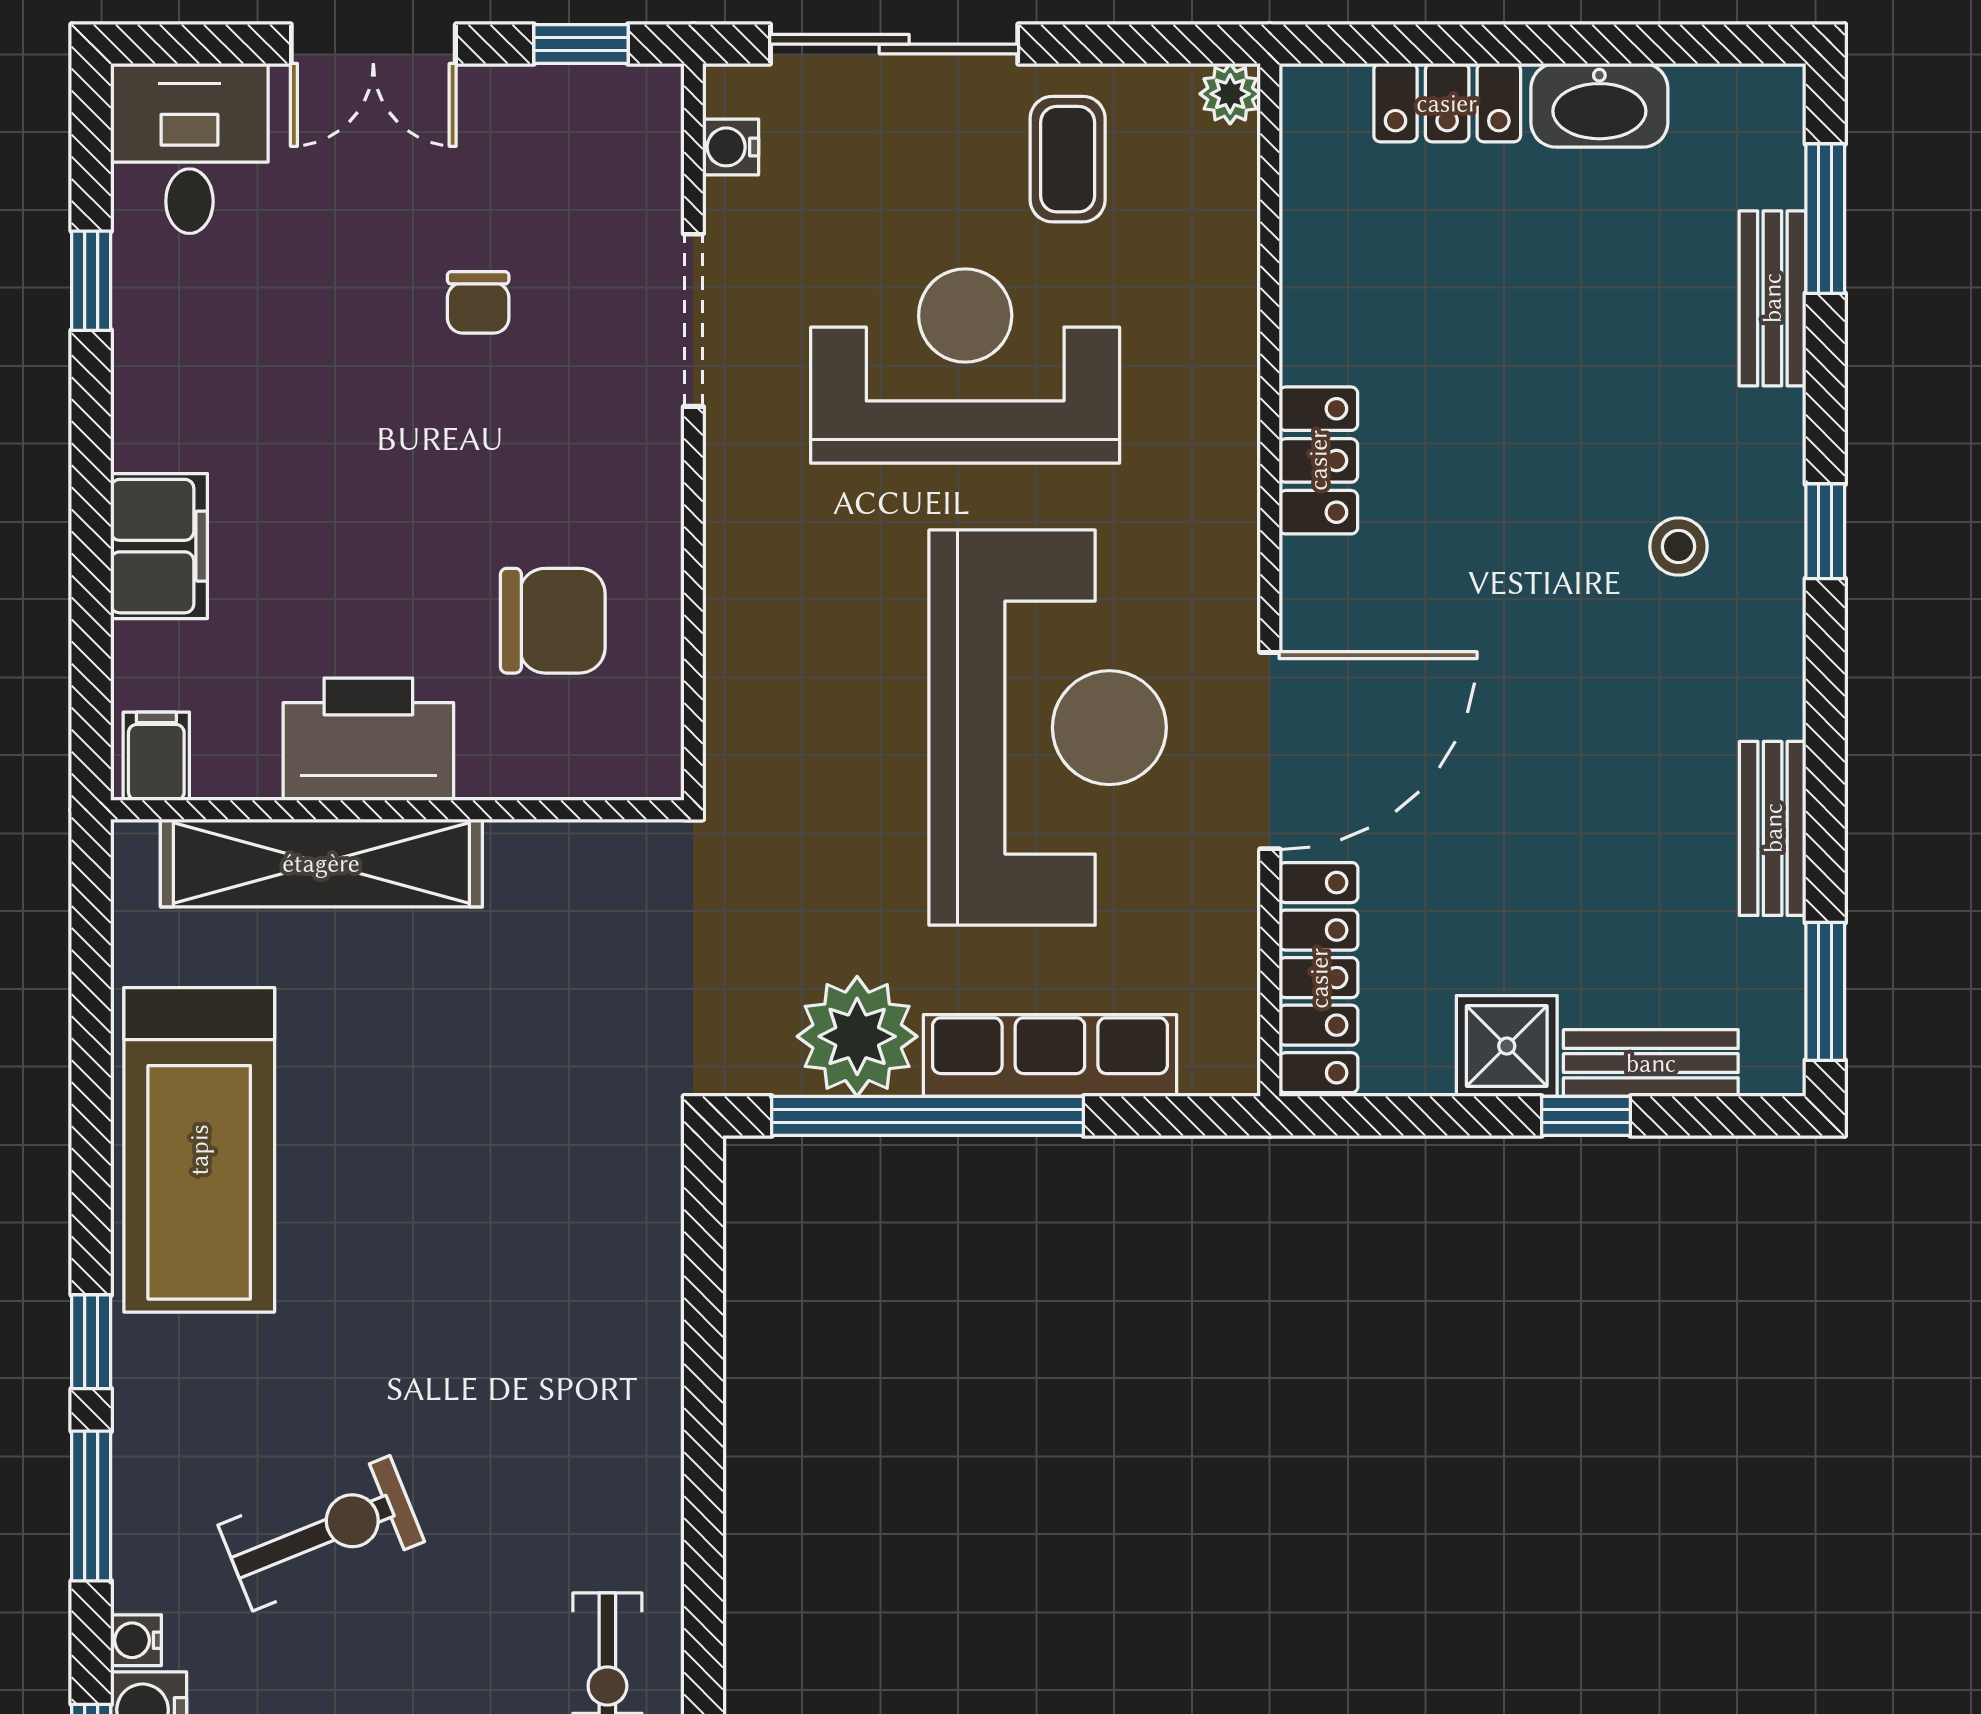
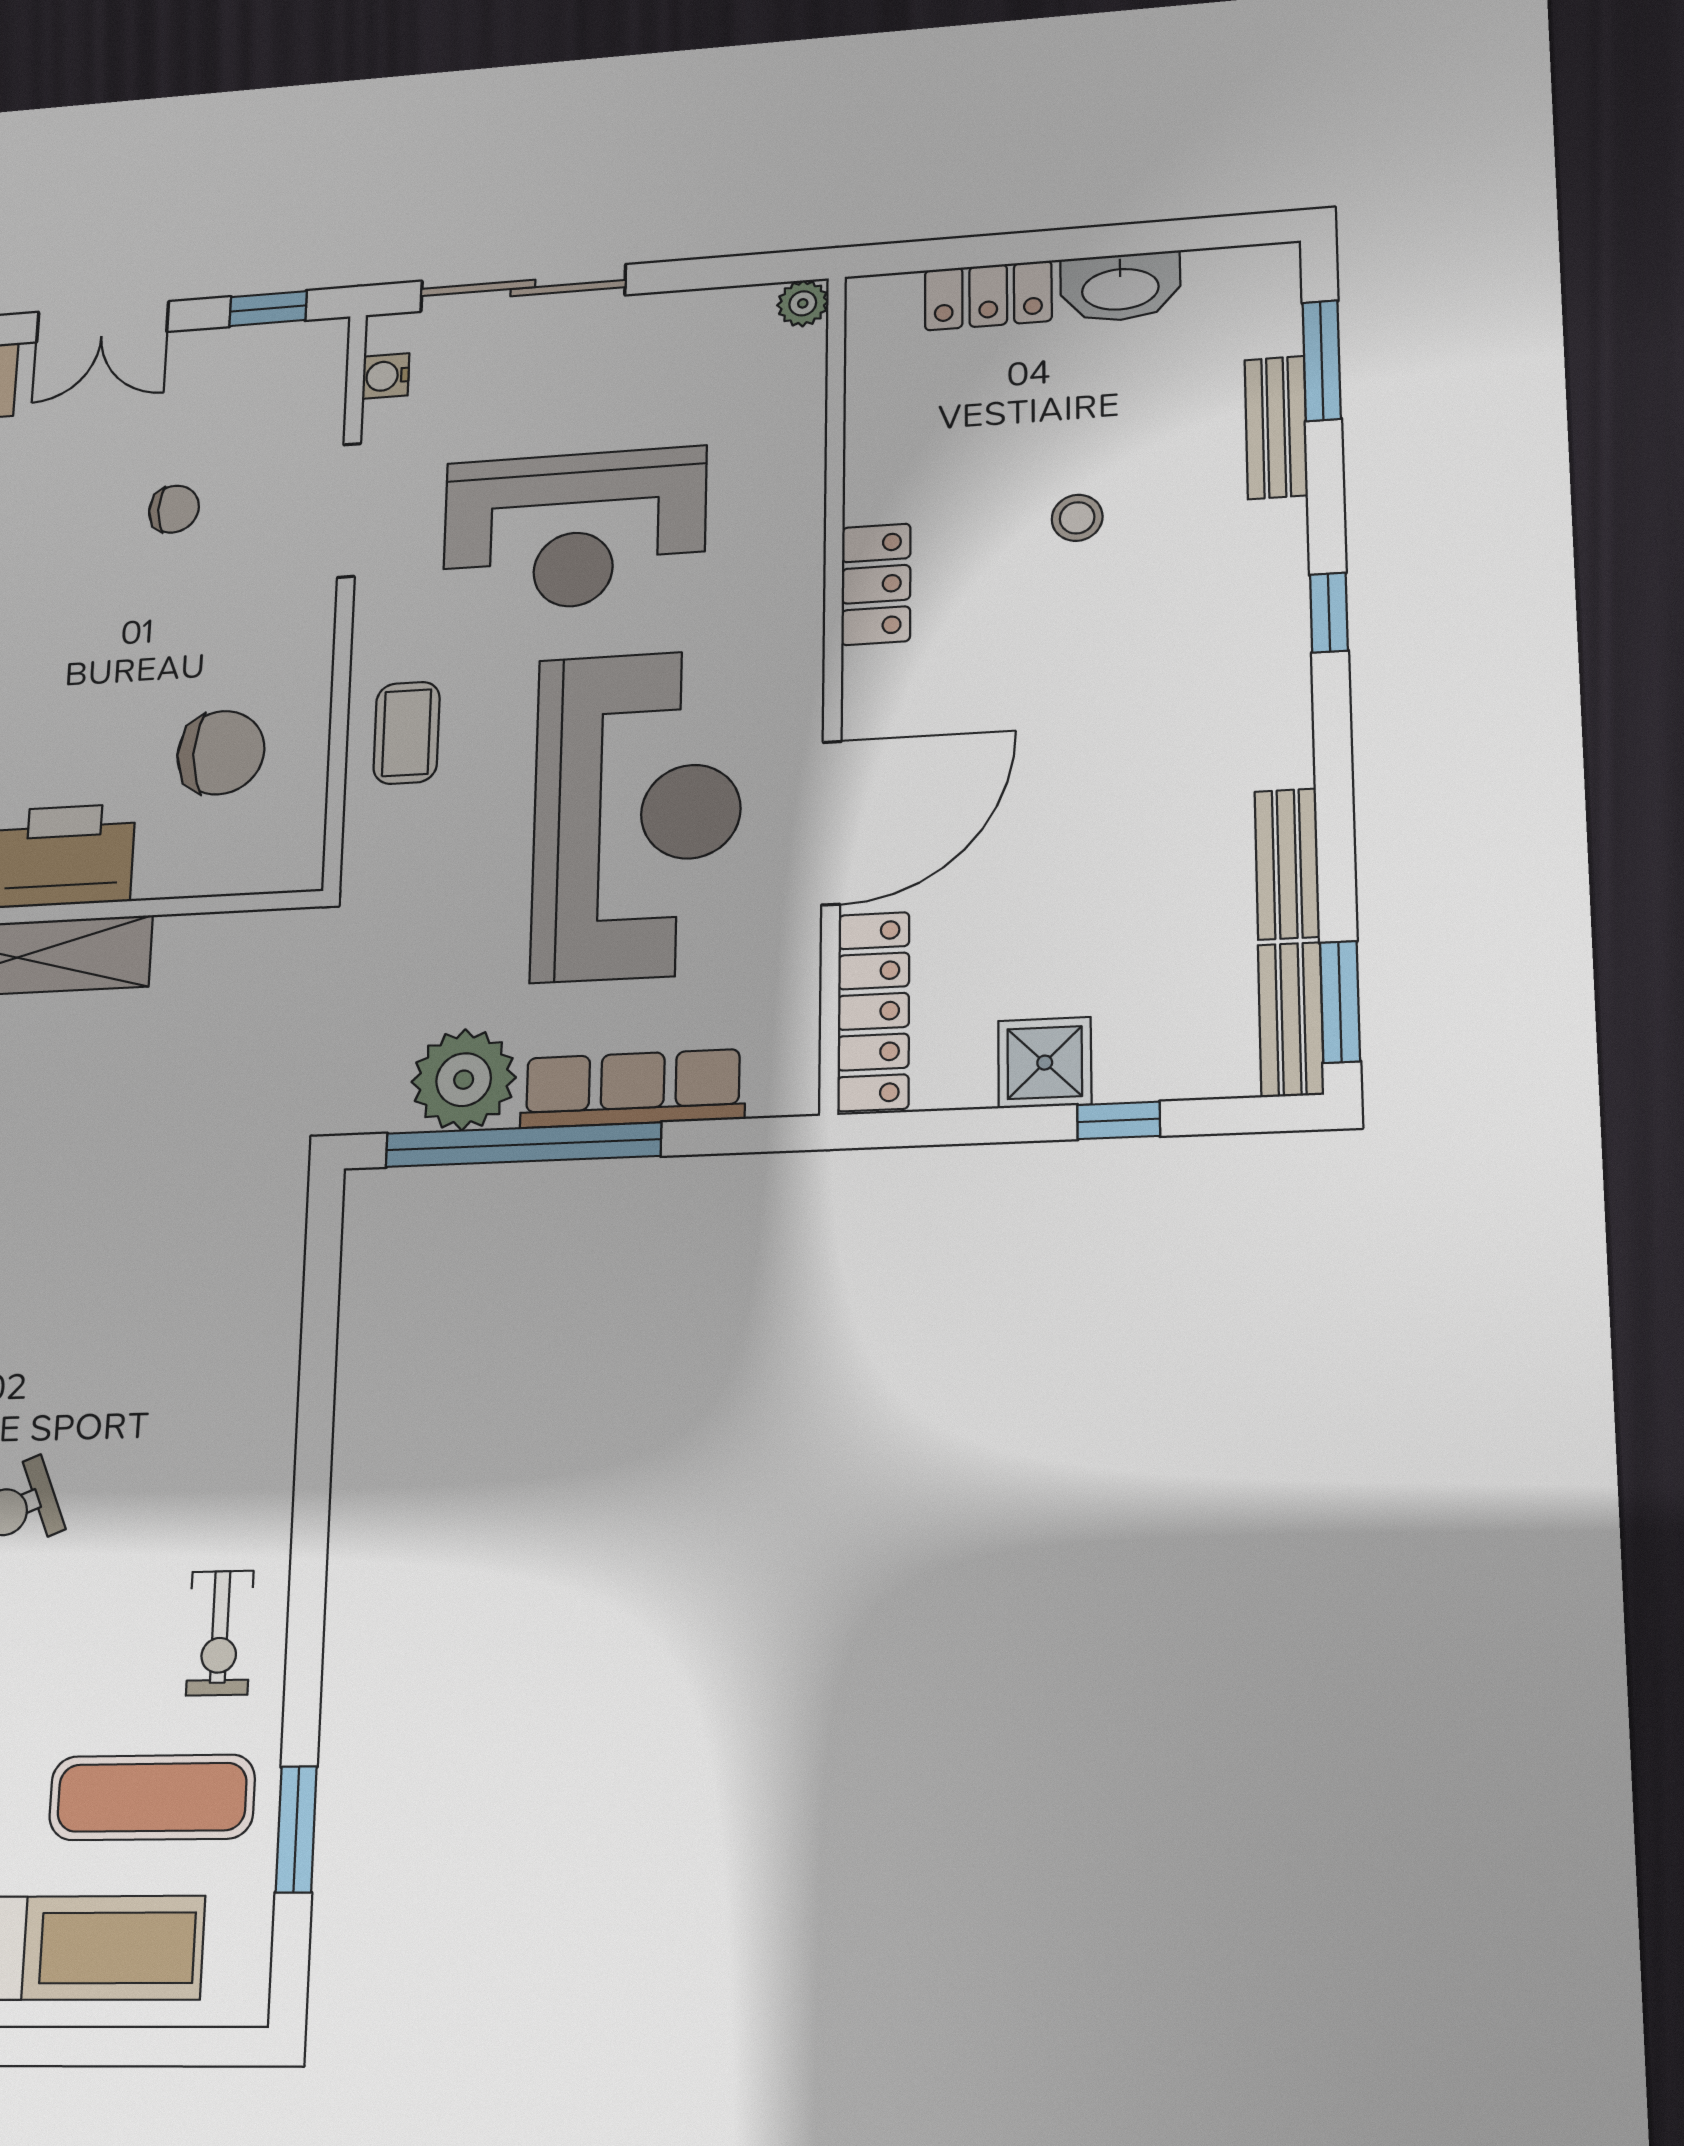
coffee table: (1068, 159) -> (407, 733), moved
chair: (478, 302) -> (174, 509), turned -90
reception desk: (965, 366) -> (574, 530), turned 180
stool: (1678, 547) -> (1077, 518), moved
bench: (1651, 1063) -> (1291, 1020), moved, turned 90

